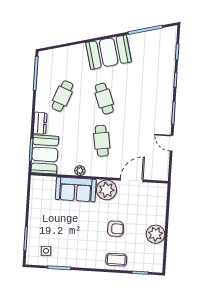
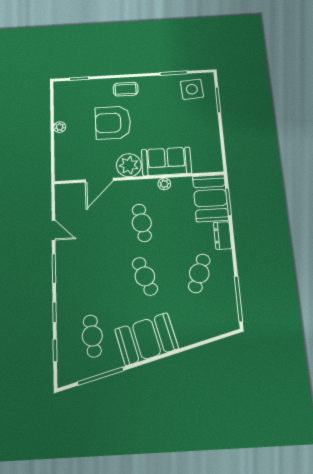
cafe table: (149, 59) -> (92, 336), added
armchair: (116, 229) -> (113, 123), width x1.88, depth x1.88
plant: (155, 234) -> (60, 127), width x0.53, depth x0.53
side table: (46, 251) -> (192, 89), width x1.87, depth x1.87
coffee table: (116, 260) -> (126, 89), moved

